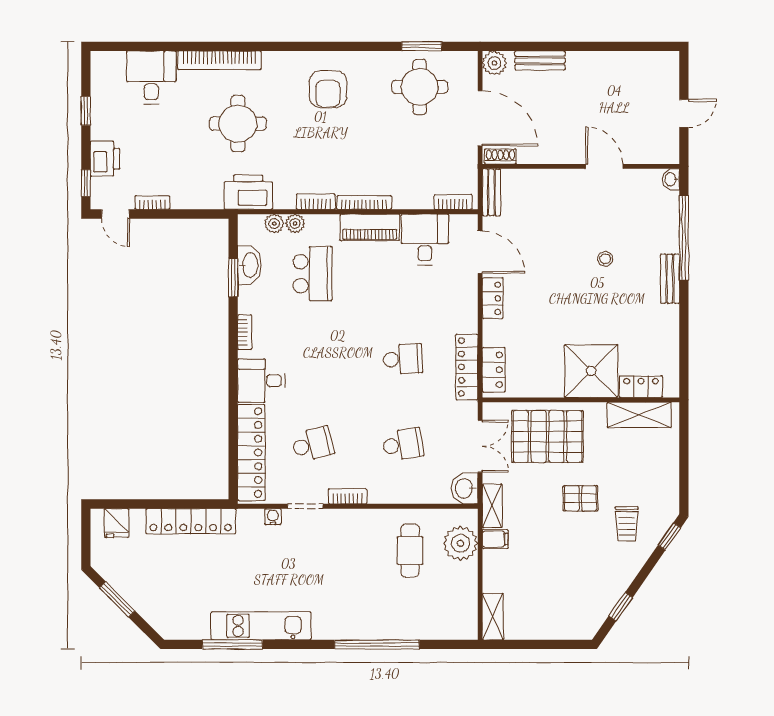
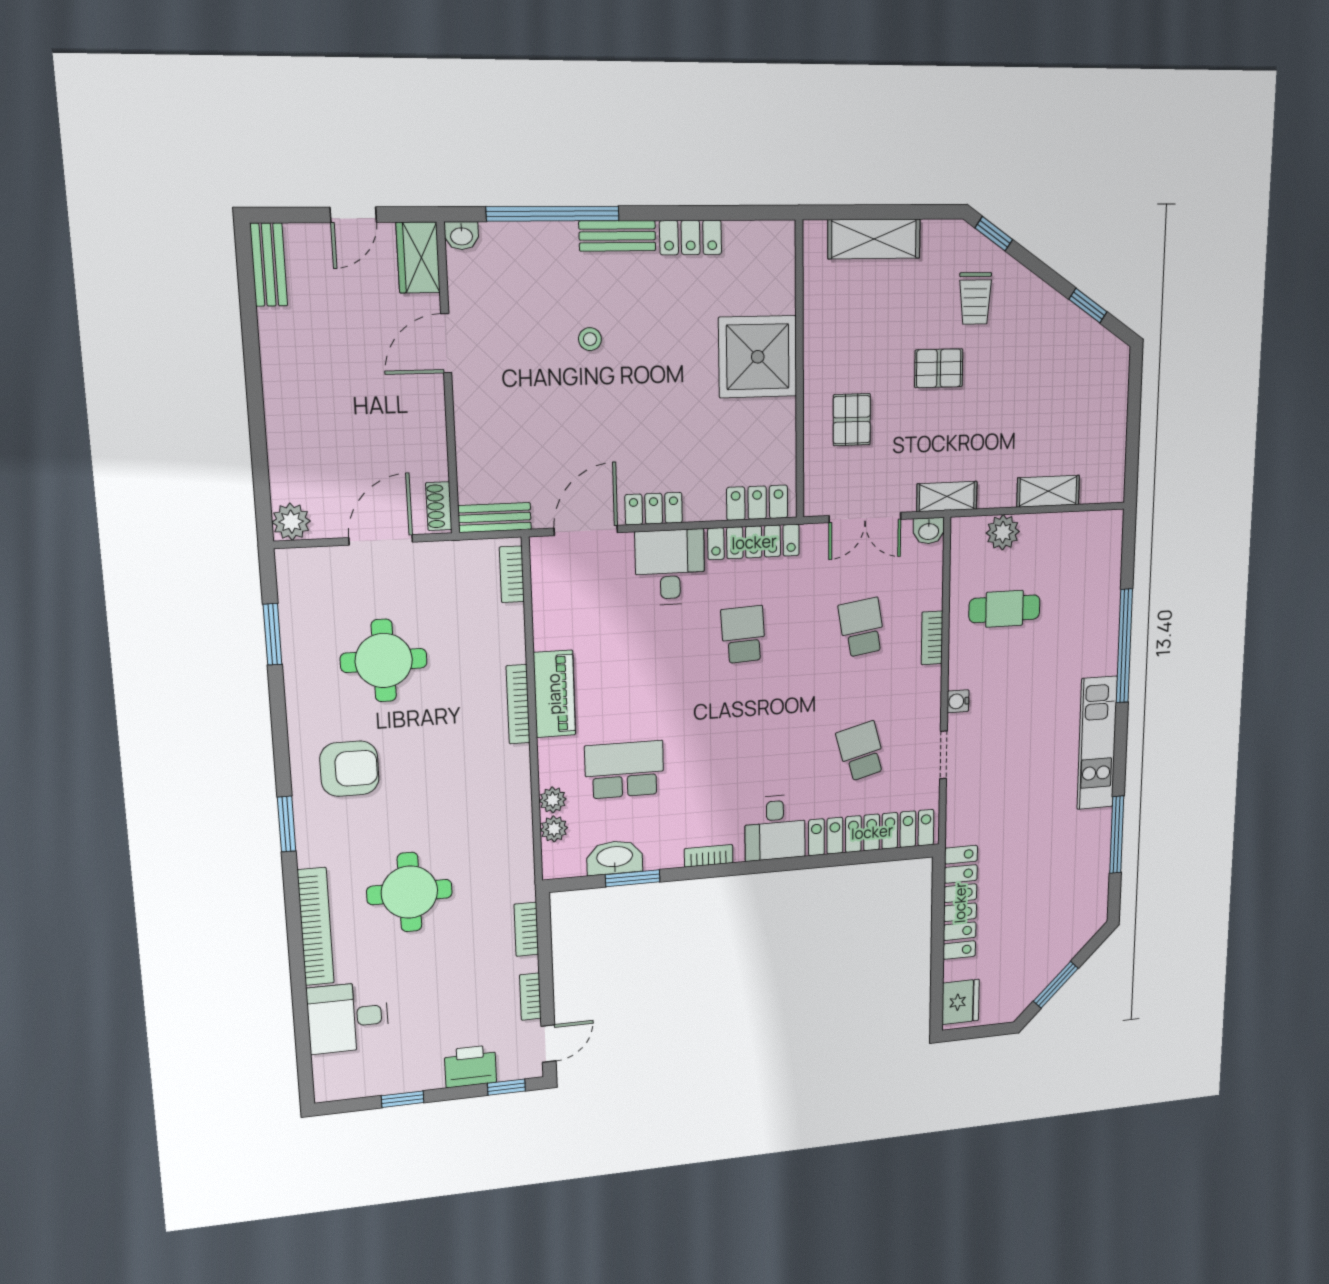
window: (293, 46) -> (287, 824), added
bench: (540, 60) -> (269, 265), moved
round table: (420, 87) -> (384, 661), moved
door: (684, 113) -> (353, 215), swing flipped
door: (480, 118) -> (381, 540), width x0.73
wardrobe: (658, 152) -> (418, 258), added
printer: (248, 192) -> (510, 869), removed
bookcase: (316, 202) -> (526, 929), moved
desk: (425, 239) -> (670, 567), moved, turned 90
locker: (641, 387) -> (691, 238), moved, turned -90
shelving: (639, 415) -> (874, 239), moved, turned 90
pallet: (547, 436) -> (852, 420), width x0.49, depth x0.50
double door: (480, 446) -> (865, 518), swing flipped
washbasin: (465, 488) -> (929, 531), width x0.72, depth x0.69
bookcase: (348, 496) -> (932, 638), moved
pallet: (580, 498) -> (939, 368), turned 90
water cooler: (273, 517) -> (958, 701), moved
fridge: (117, 523) -> (961, 1002), width x1.38
trolley: (627, 524) -> (975, 298), turned 90
filing cabinet: (495, 539) -> (992, 490), removed
plant: (460, 543) -> (1003, 532), width x0.73, depth x0.73
shelving: (493, 617) -> (1048, 491), moved
kitchen unit: (261, 626) -> (1097, 743), moved

